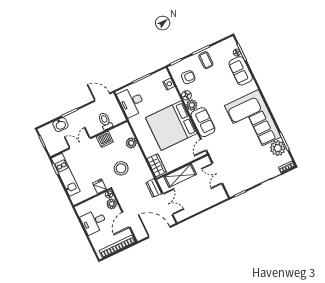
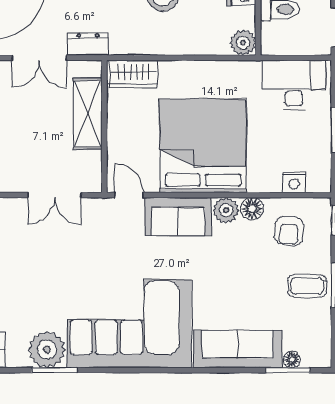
sofa: (241, 71) -> (238, 349), width x1.36
plant: (131, 143) -> (243, 43), moved
double door: (217, 173) -> (55, 195), swing flipped

